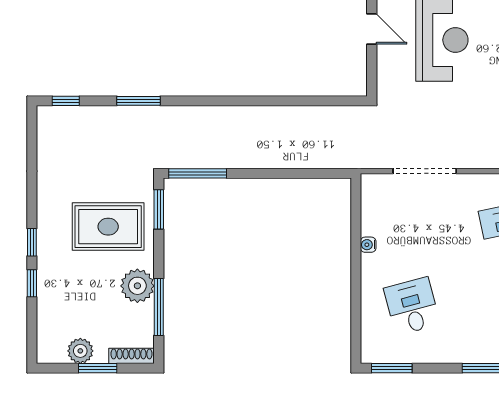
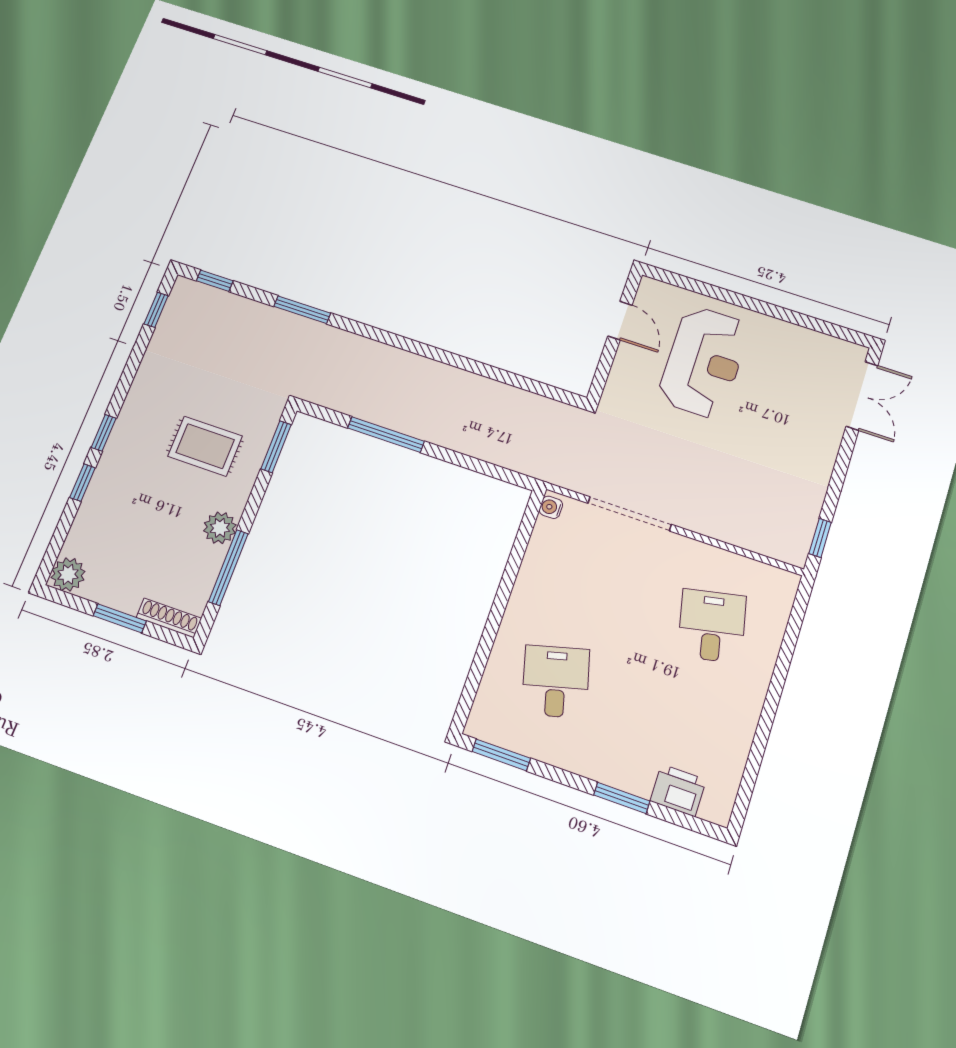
window: (32, 138) -> (156, 310), added
window: (198, 173) -> (386, 435), moved
rug: (108, 227) -> (205, 446), width x0.73, depth x0.70
water cooler: (368, 245) -> (551, 507), moved
plant: (137, 286) -> (220, 528), width x0.73, depth x0.73
plant: (80, 351) -> (68, 575), moved

